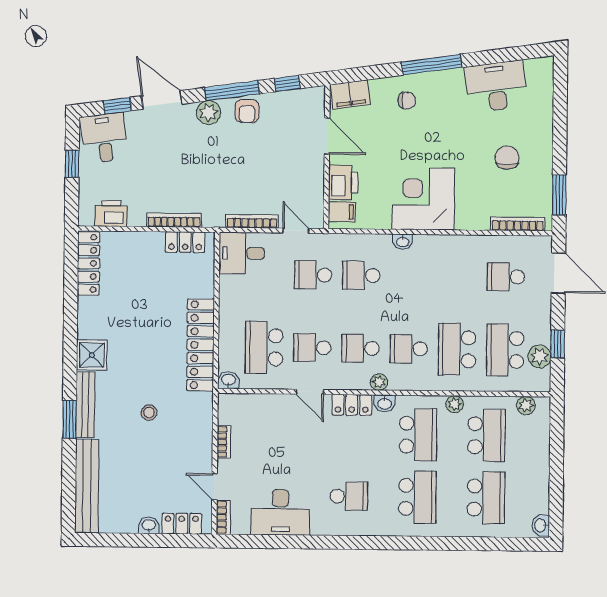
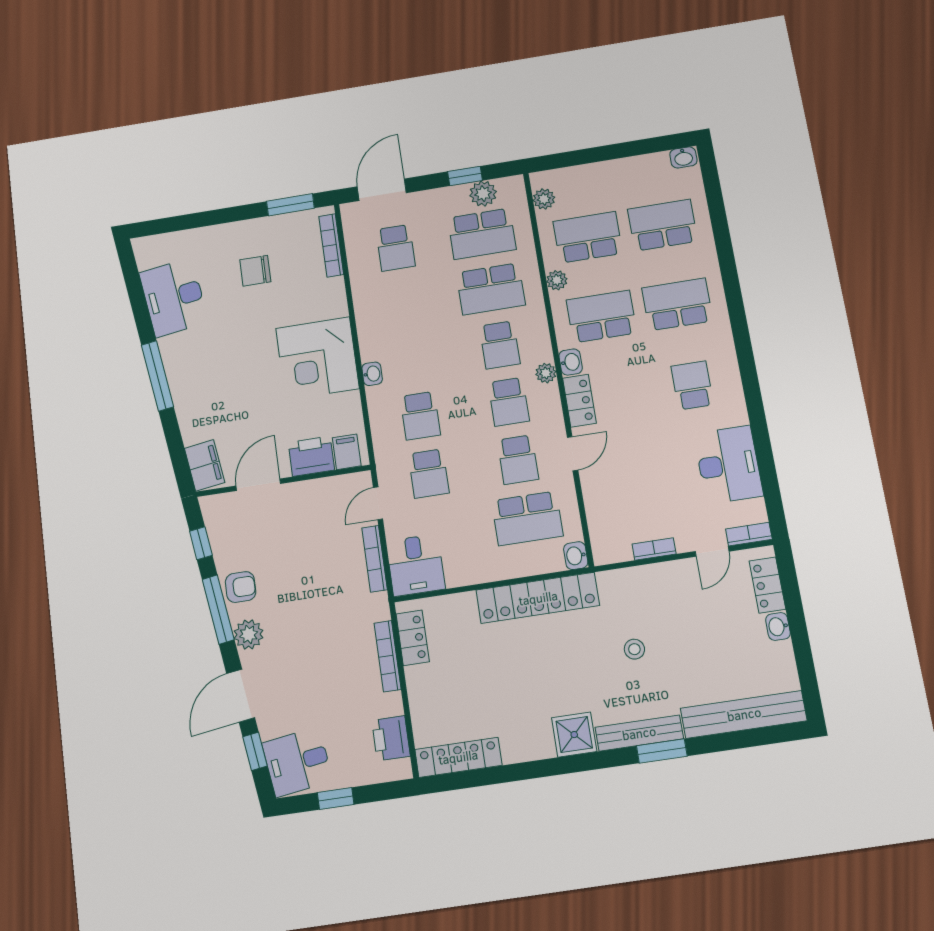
chair: (407, 101) -> (203, 397), removed

